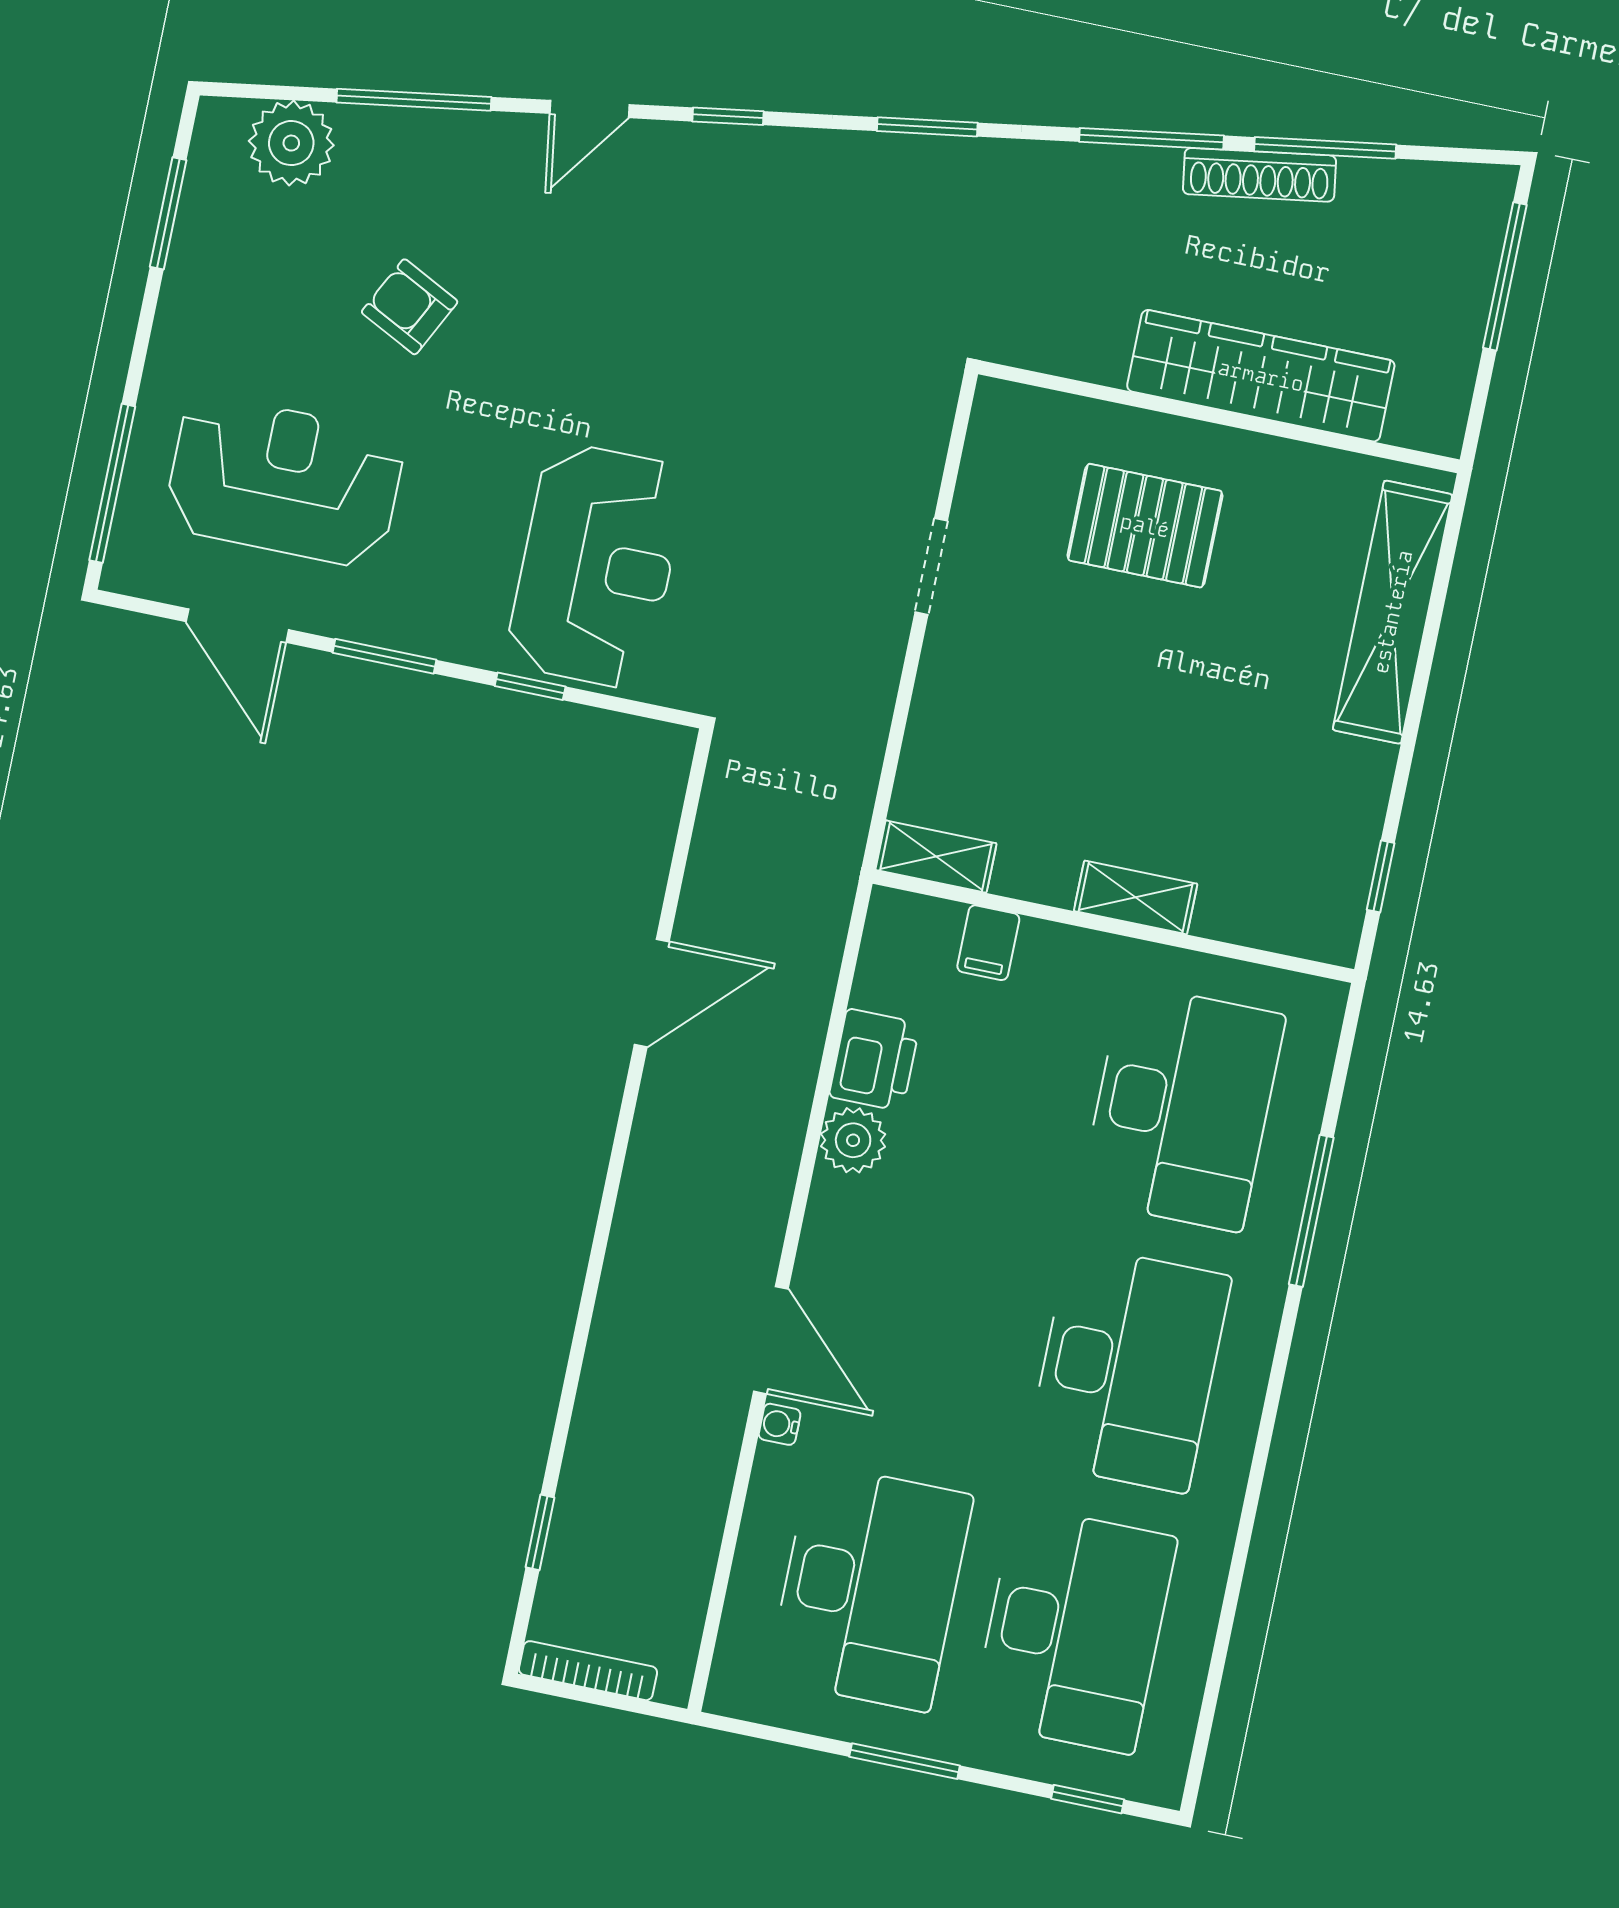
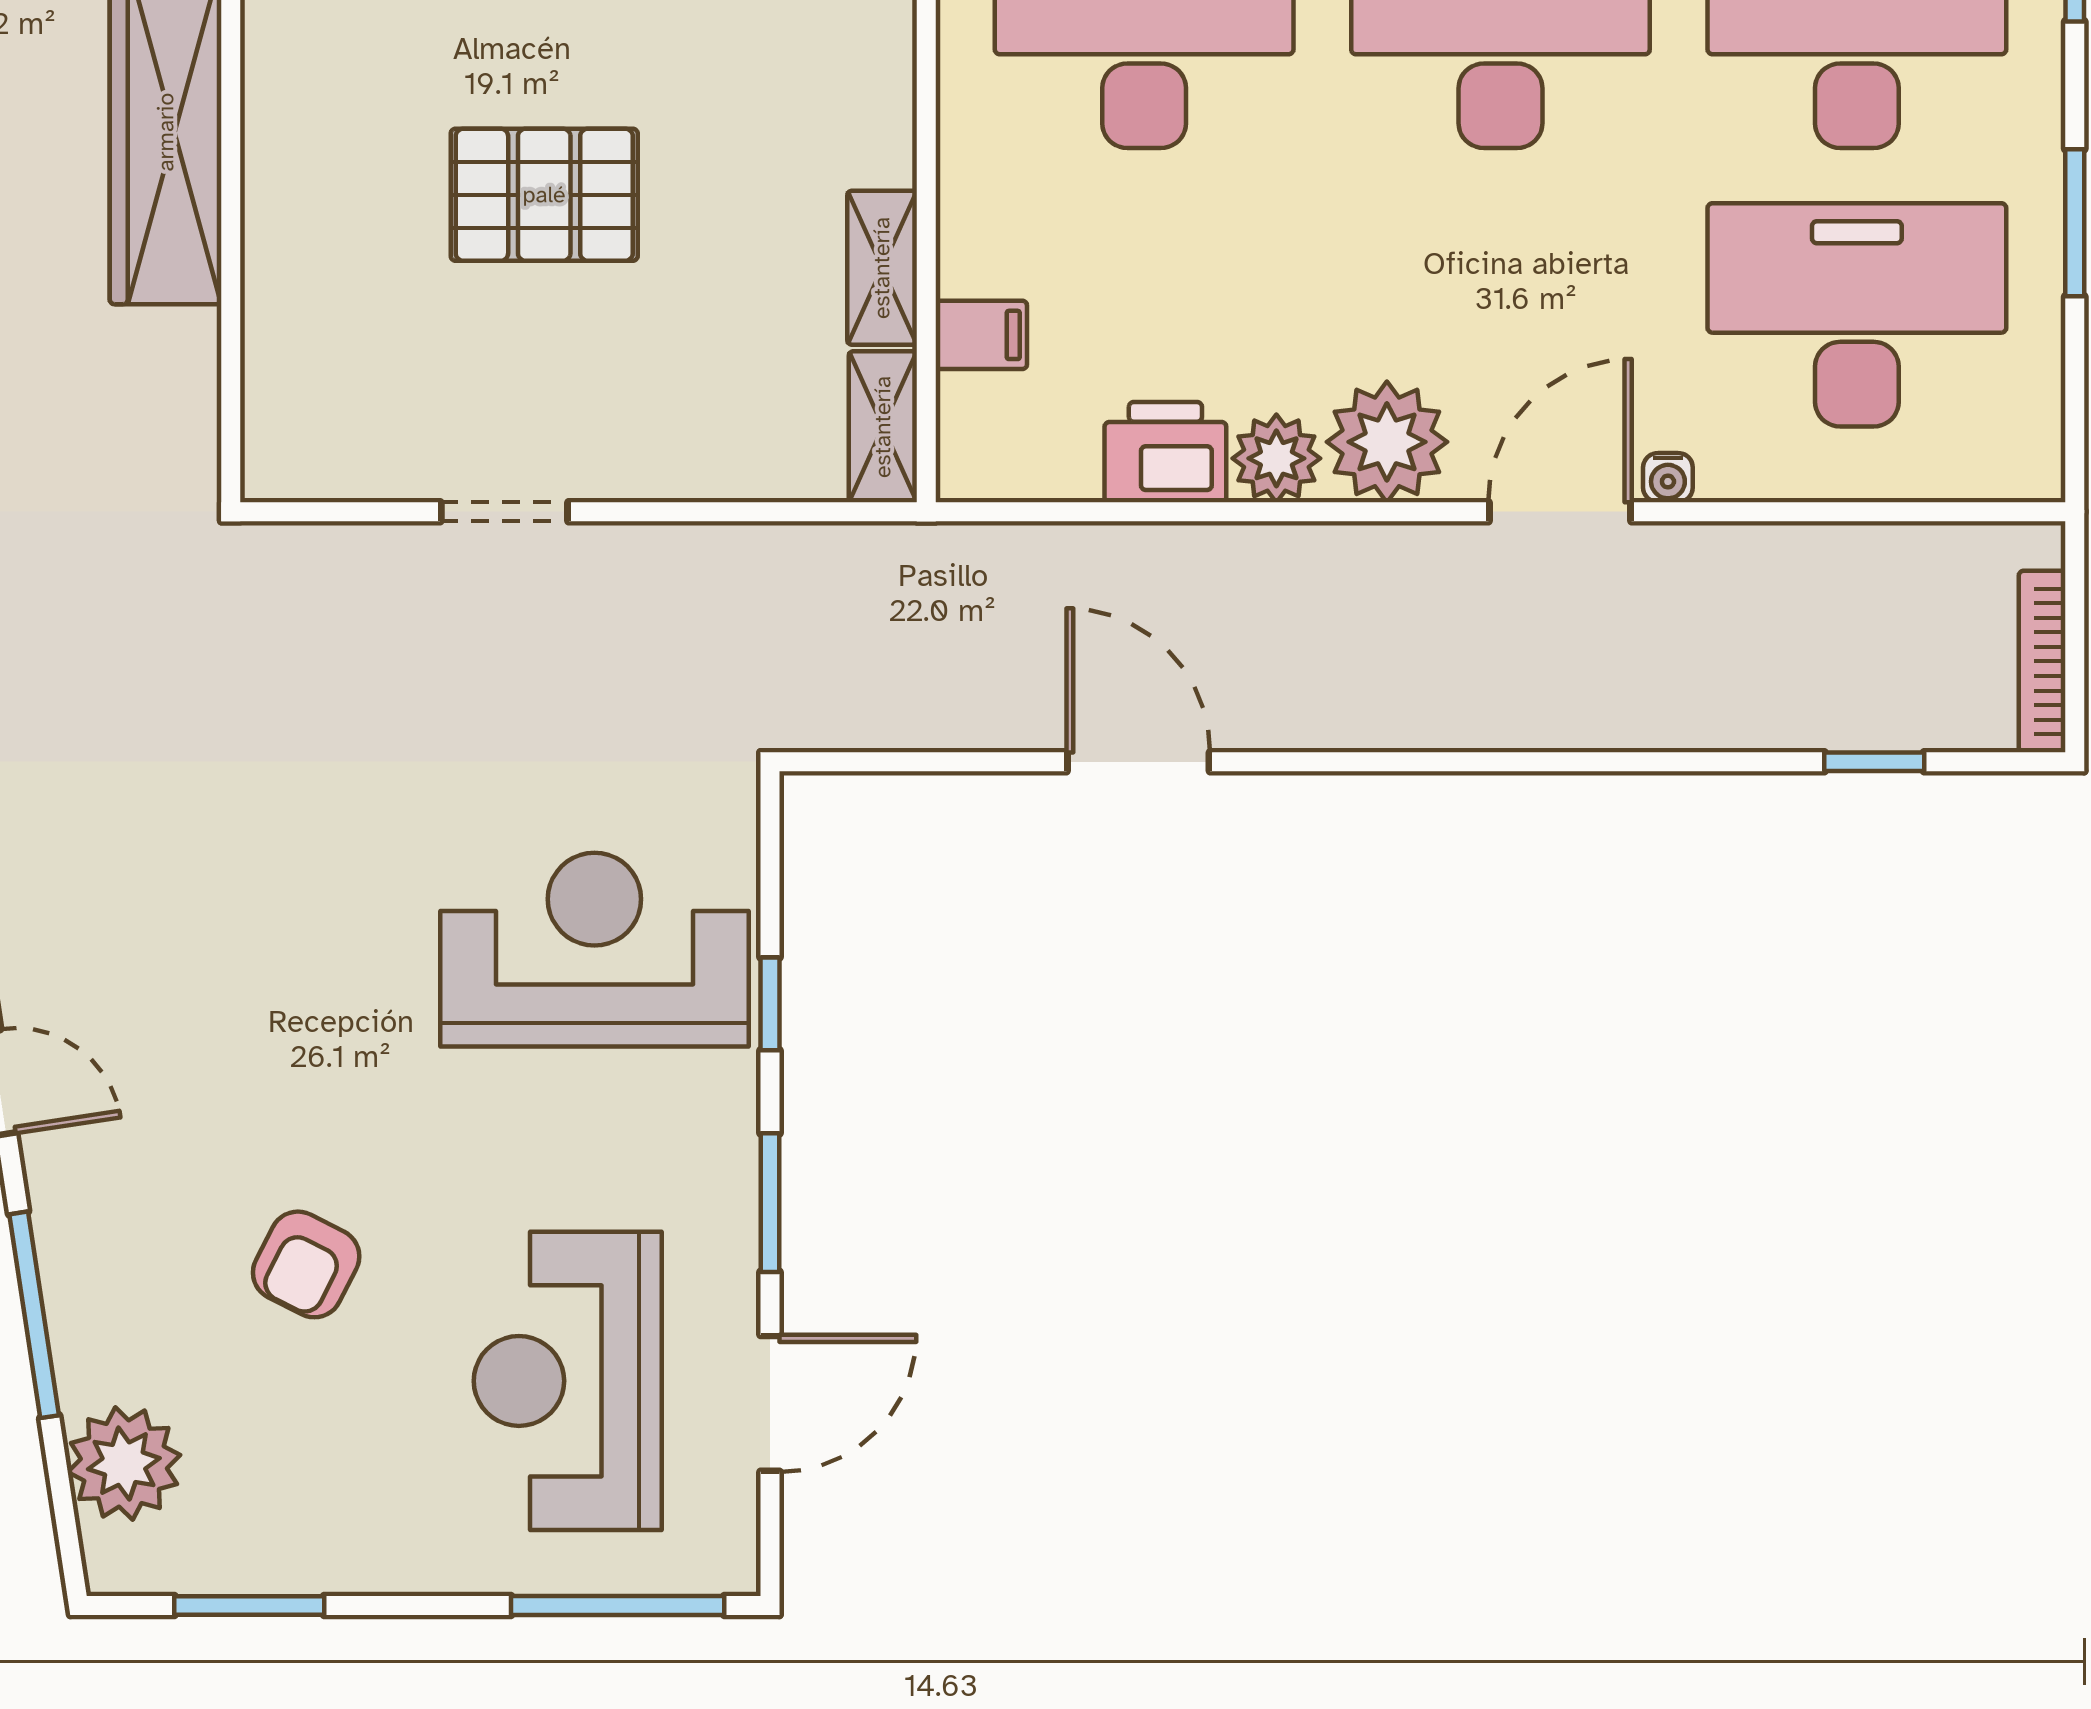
pallet: (1145, 526) -> (544, 195), moved, turned 90
shelving: (1136, 897) -> (882, 268), moved
plant: (848, 1224) -> (1387, 442), added

